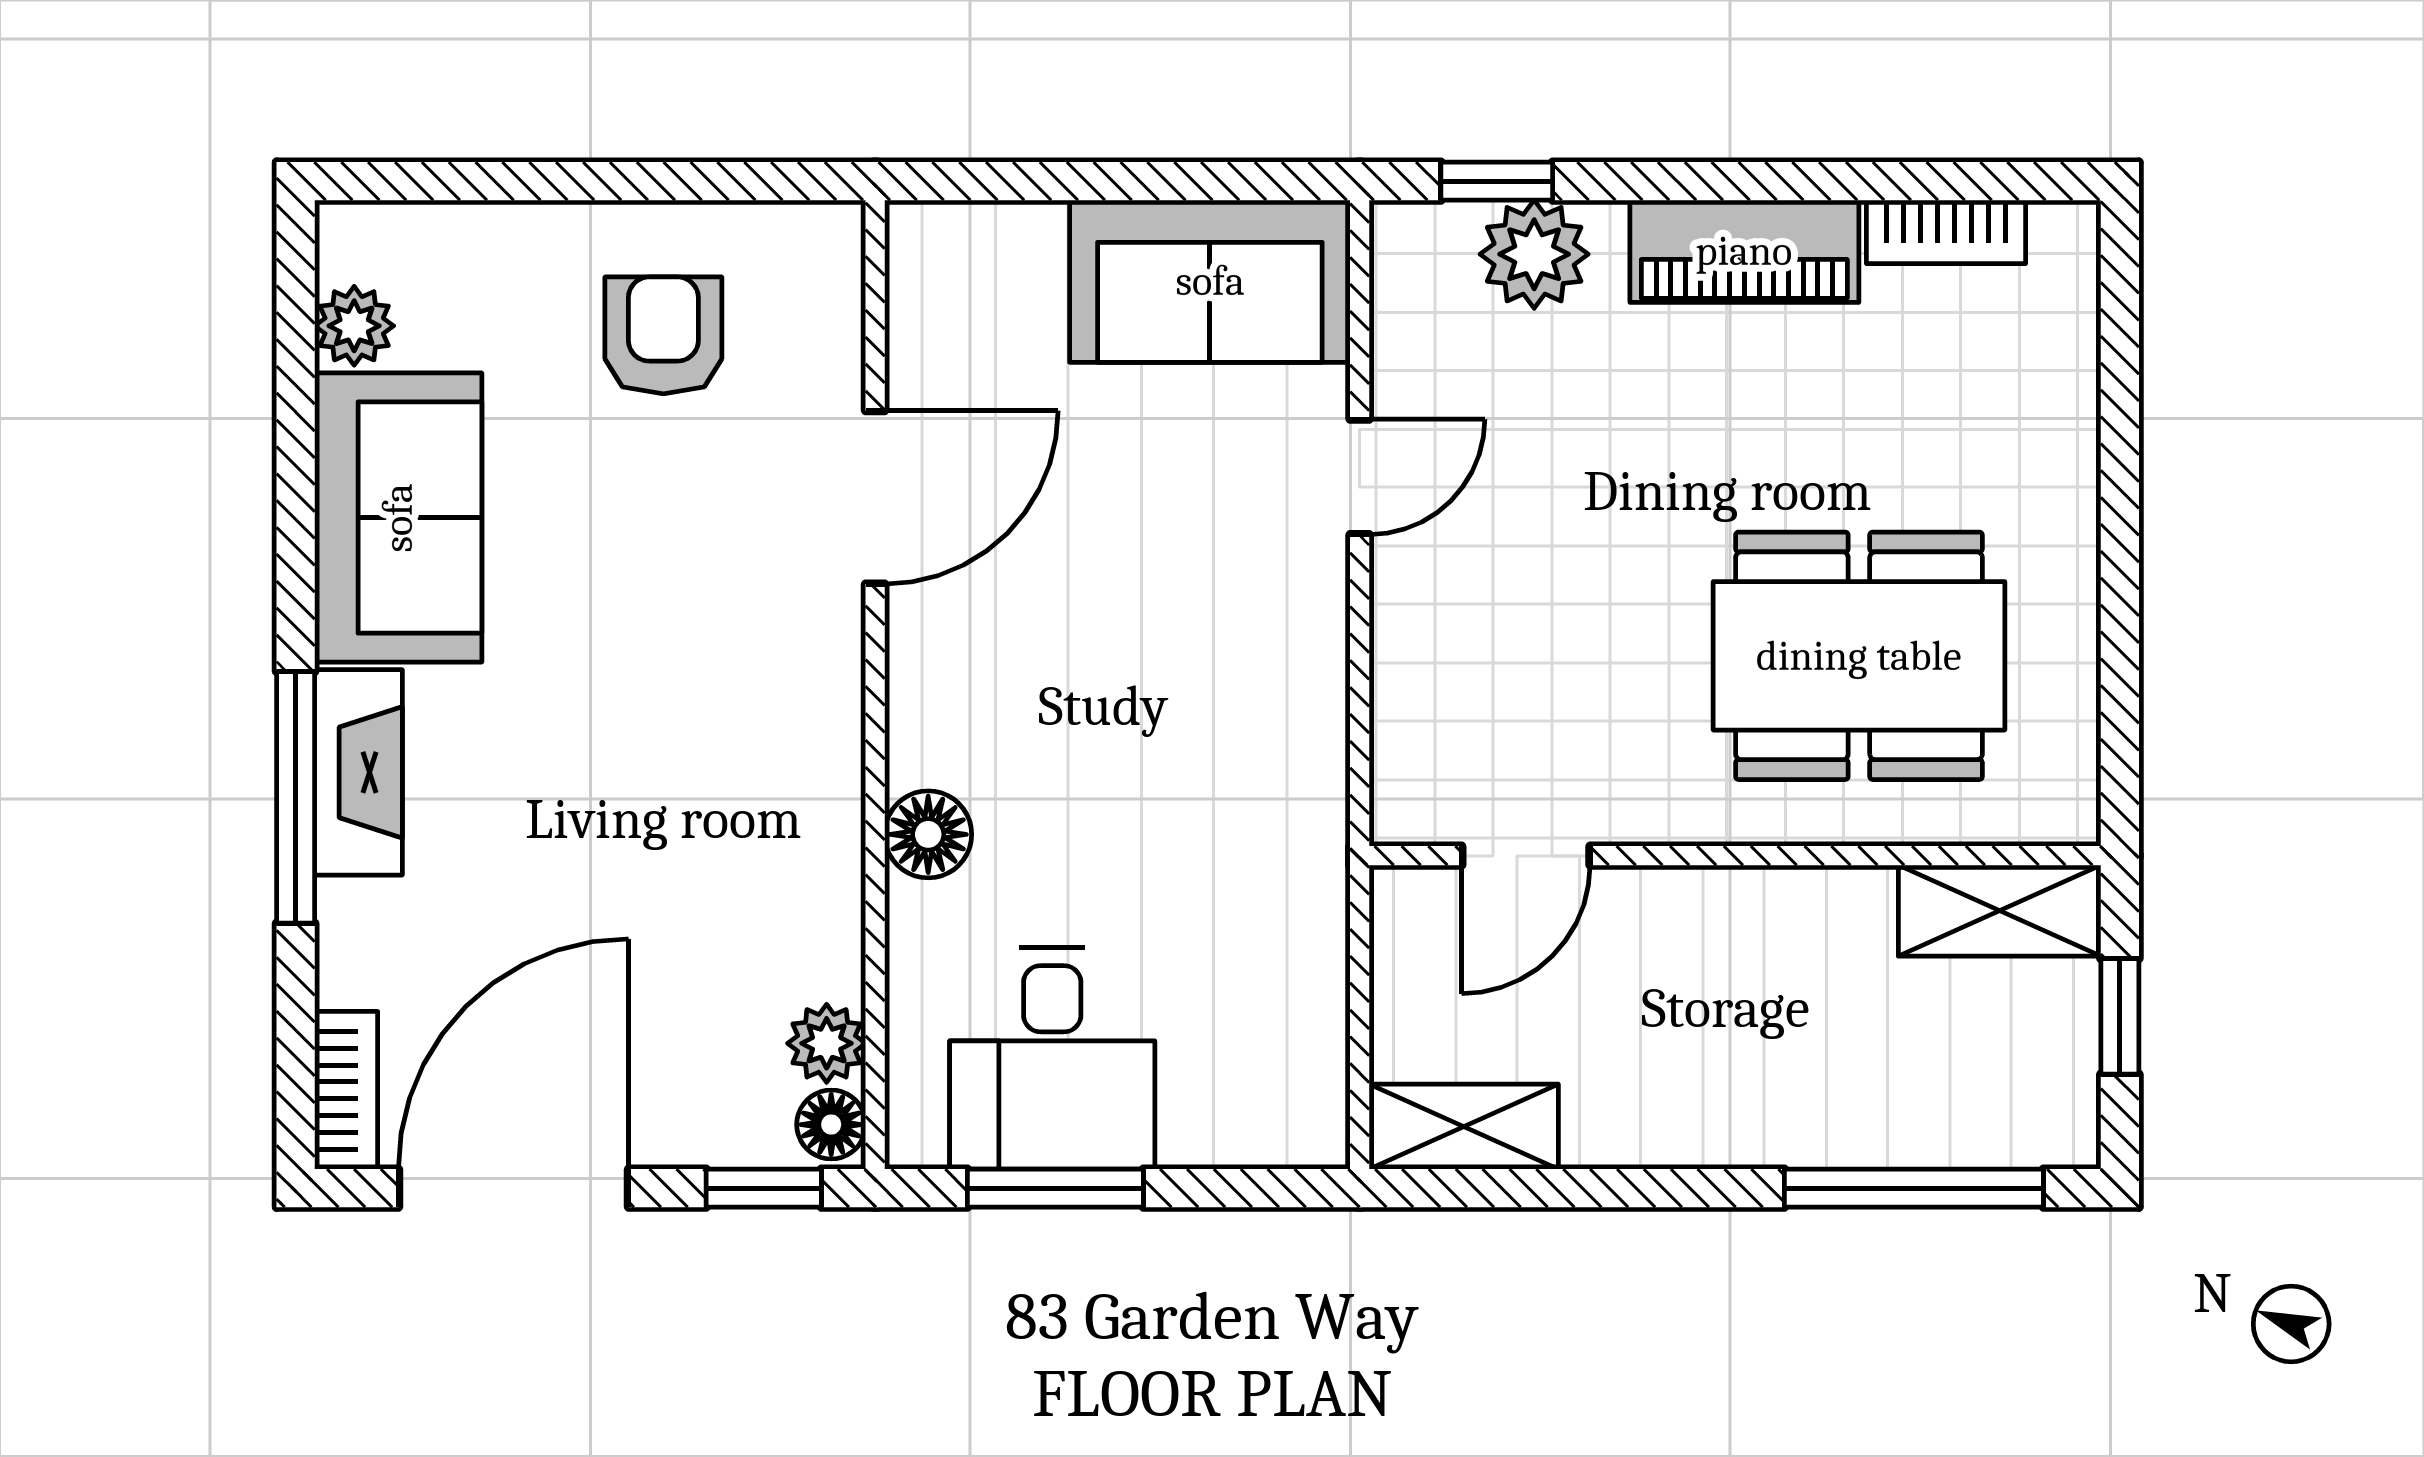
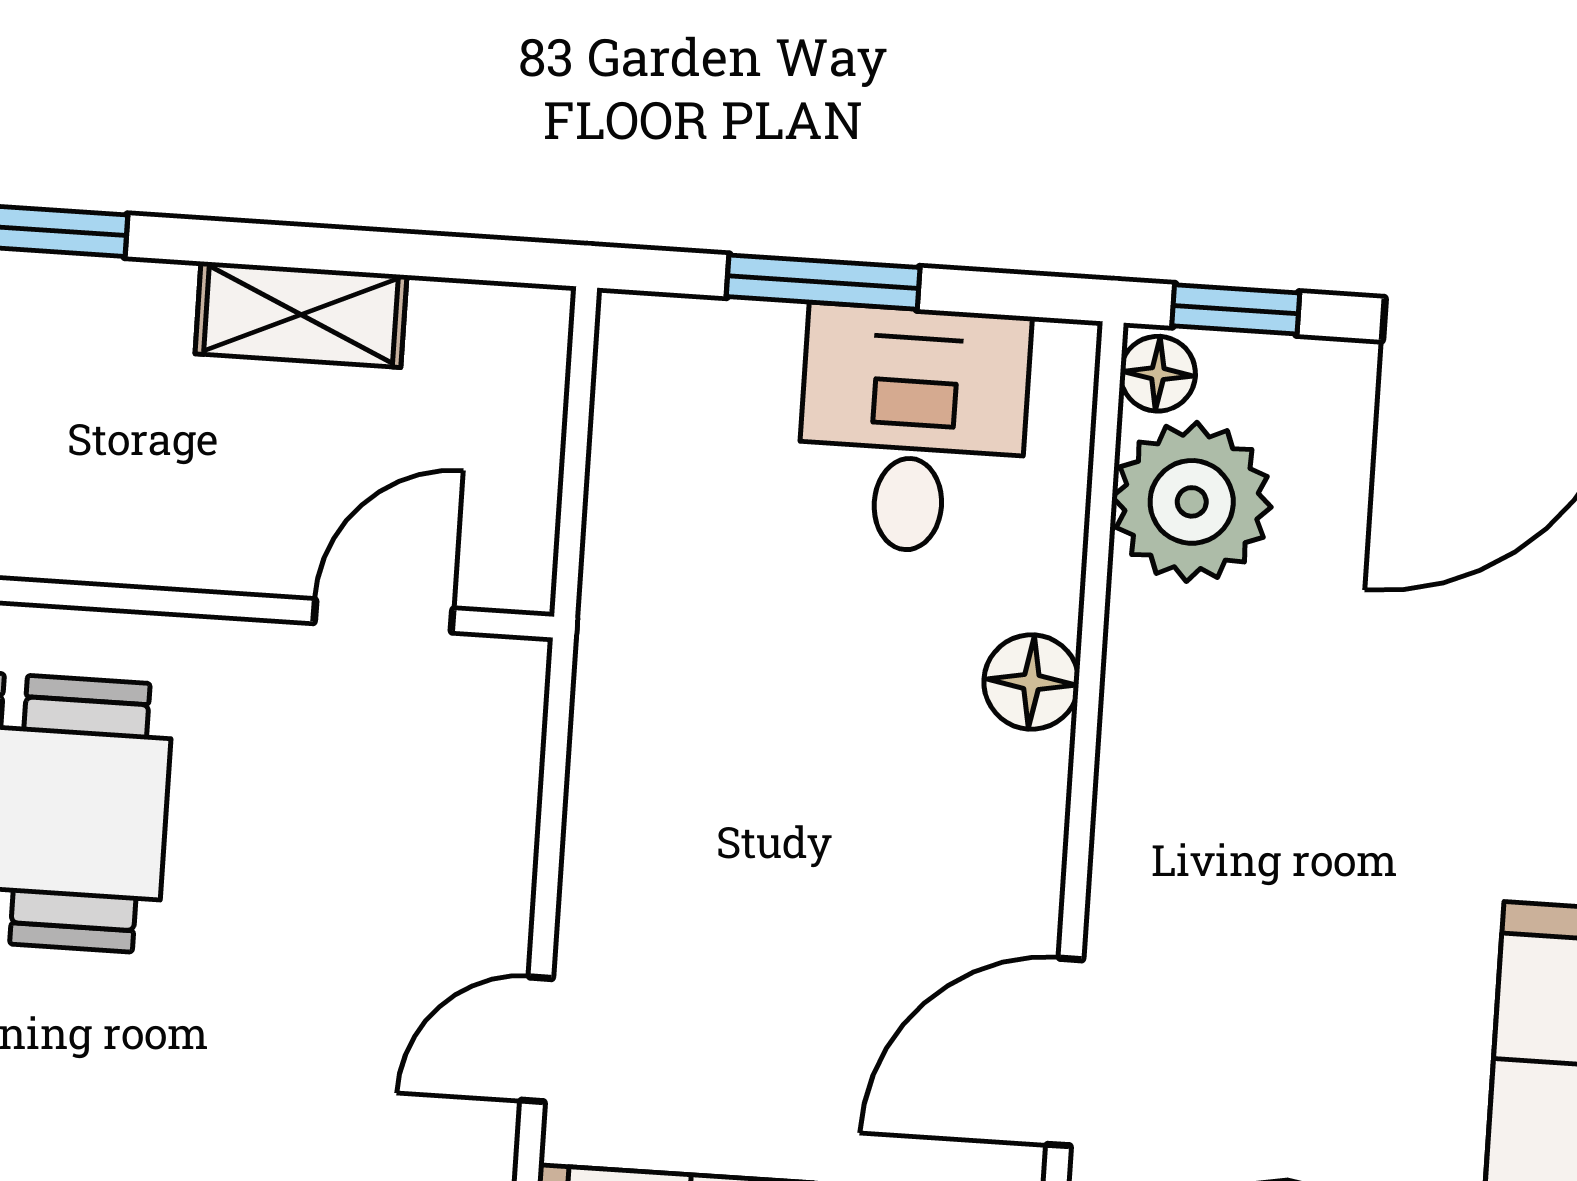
plant: (827, 1043) -> (1192, 502), width x1.87, depth x1.87
shelving: (1464, 1127) -> (301, 315), moved
window: (1055, 1188) -> (823, 282), moved

